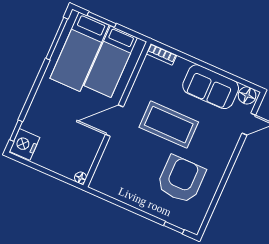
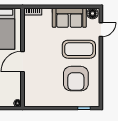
coffee table: (169, 125) -> (79, 49), moved
armchair: (181, 179) -> (76, 79), turned 180

